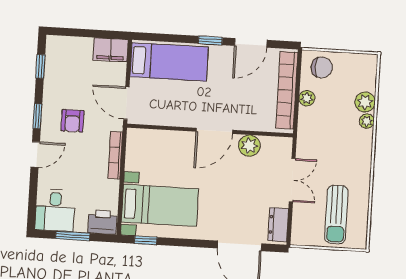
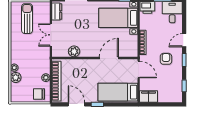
door: (251, 43) -> (76, 104), hinge flipped
door: (214, 131) -> (109, 58), moved

